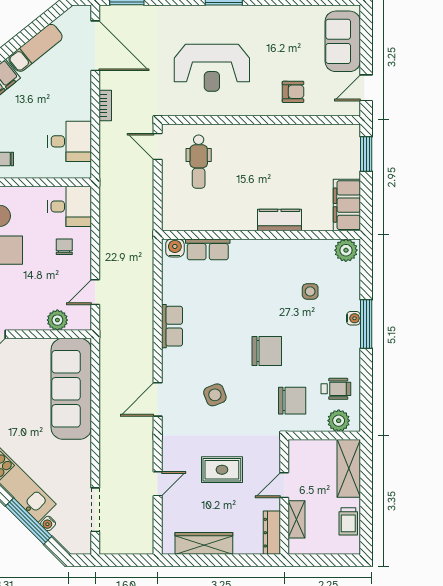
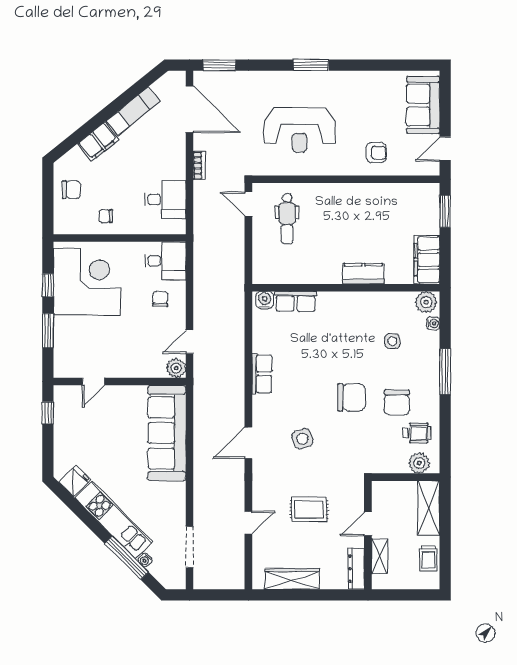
water cooler: (353, 318) -> (433, 323), moved
plant: (57, 320) -> (176, 368), moved
chair: (292, 401) -> (397, 403), moved, turned 90

